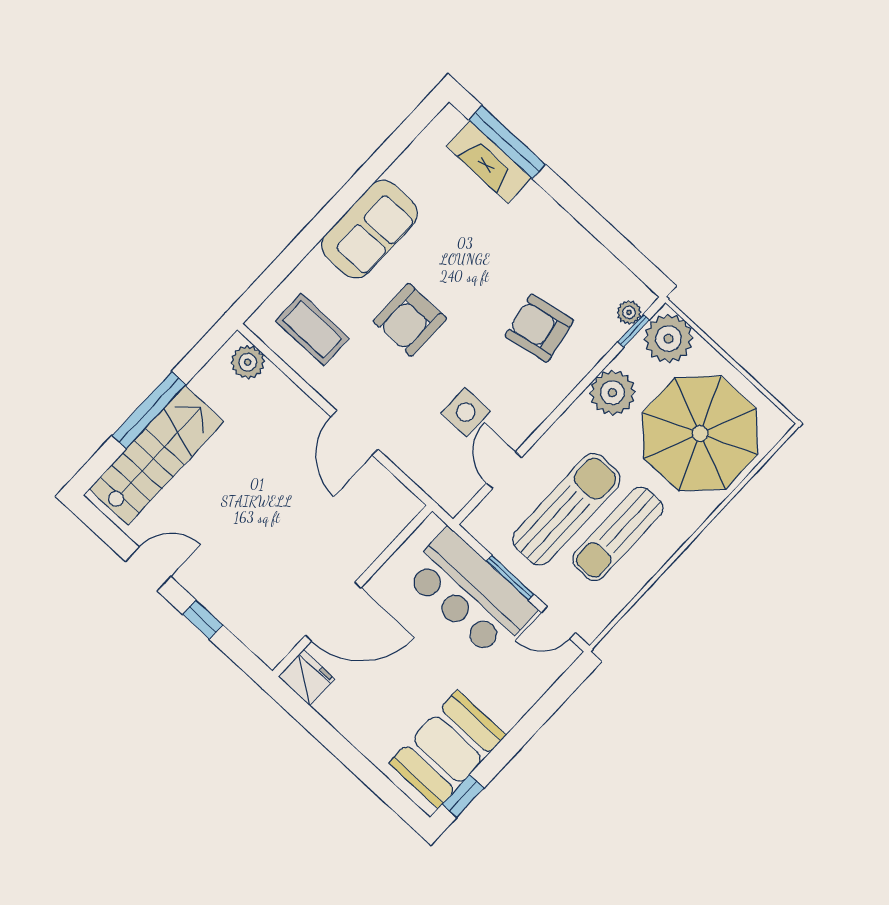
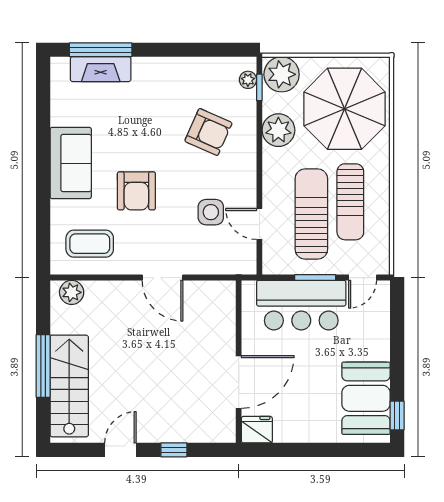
armchair: (539, 328) -> (208, 132), turned -145

